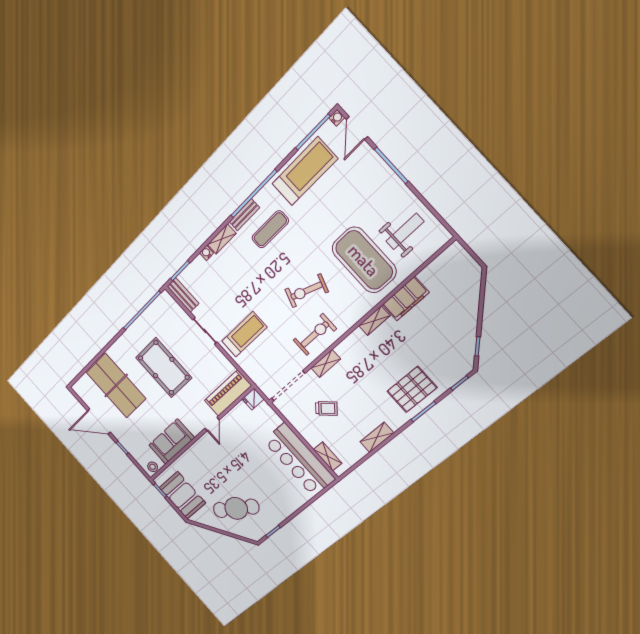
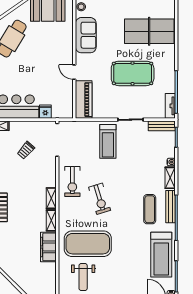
bench: (244, 215) -> (170, 207), width x1.36
exercise bike: (307, 291) -> (100, 199), turned 144
tv unit: (159, 304) -> (170, 106), added
shelving: (326, 363) -> (51, 198), moved
fridge: (253, 399) -> (45, 112), moved

